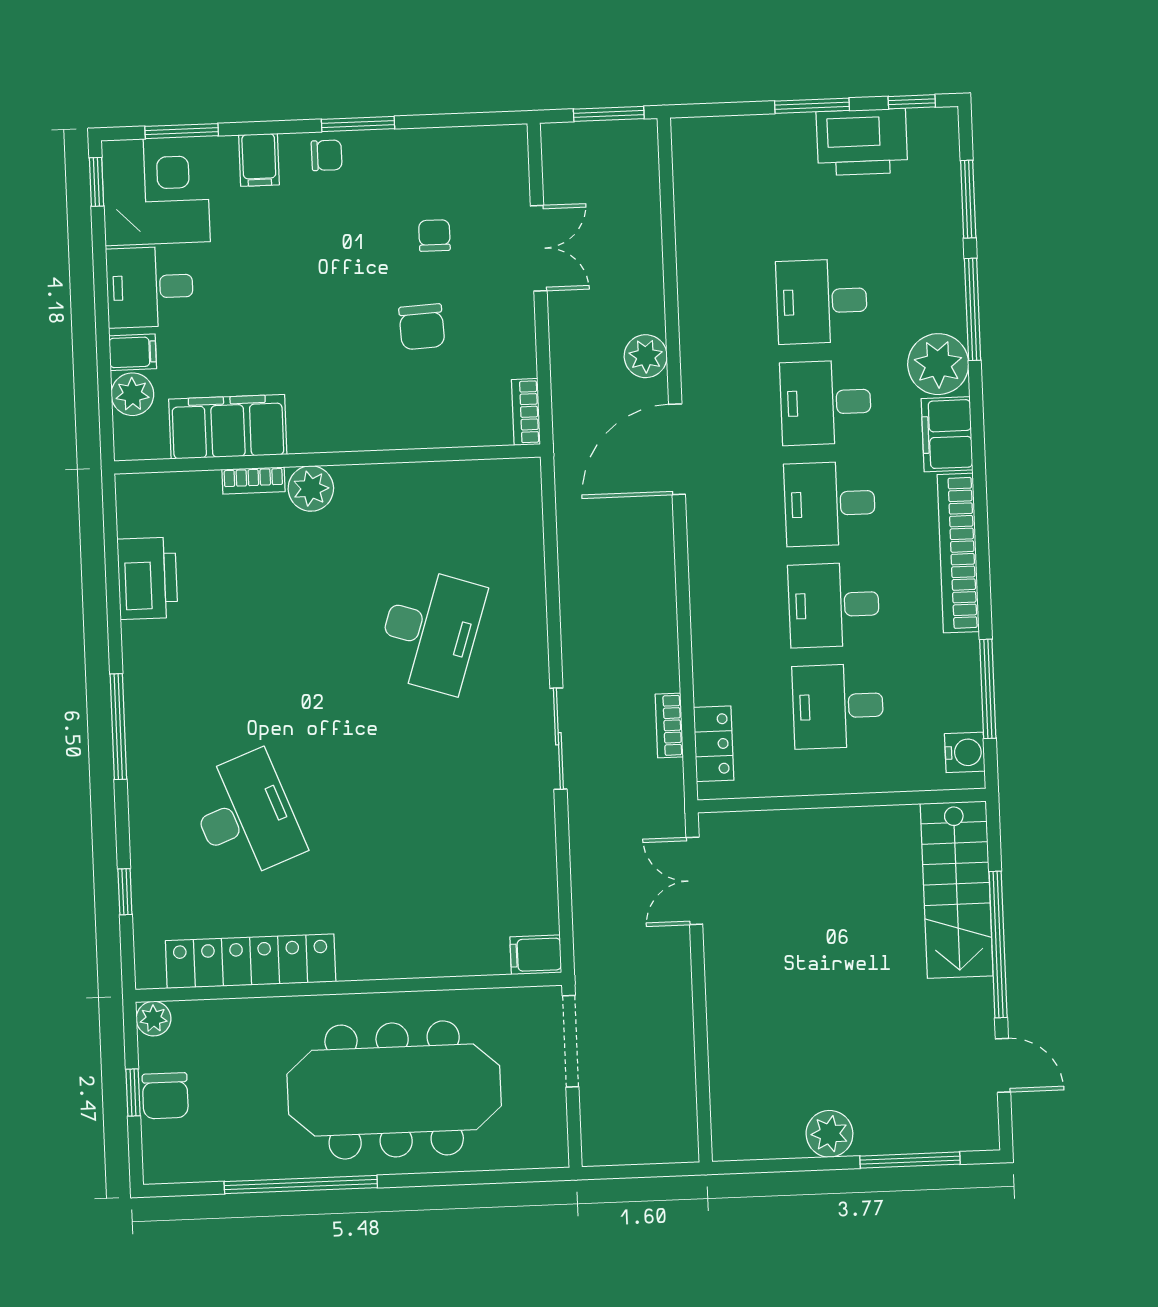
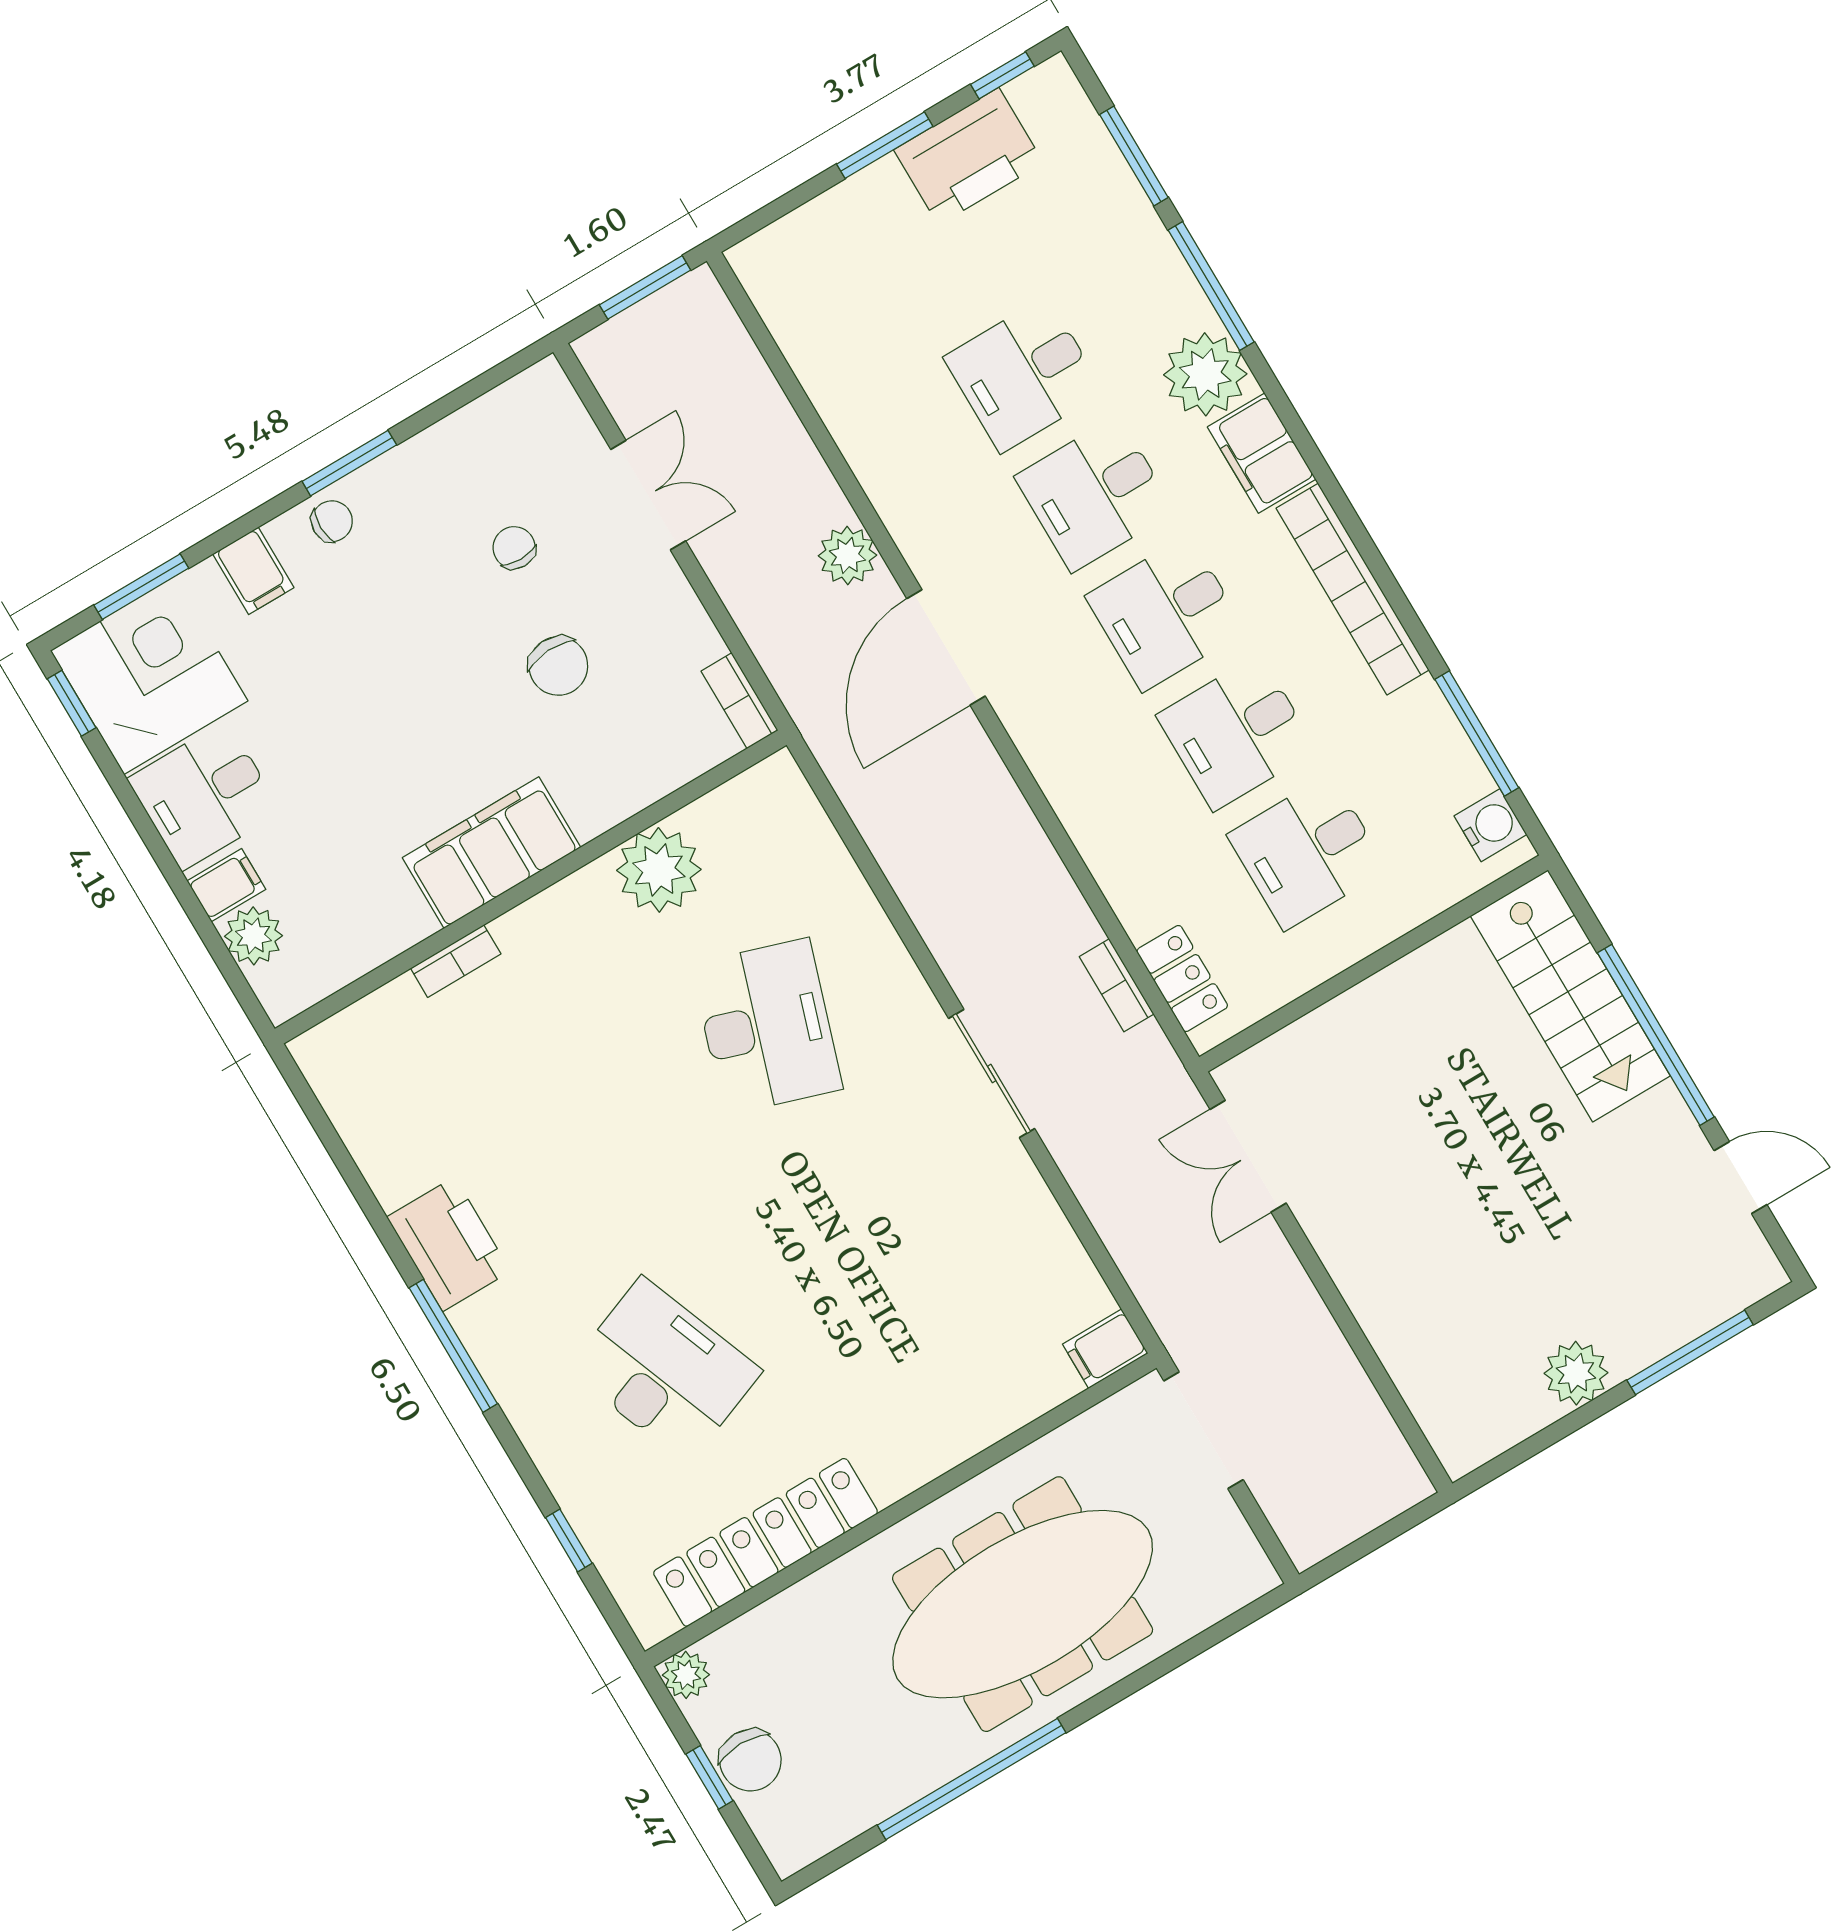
filing cabinet: (228, 427) -> (492, 853), moved
plant: (311, 488) -> (659, 870), moved, width x1.36, depth x1.36
printer: (147, 578) -> (449, 1244), moved

